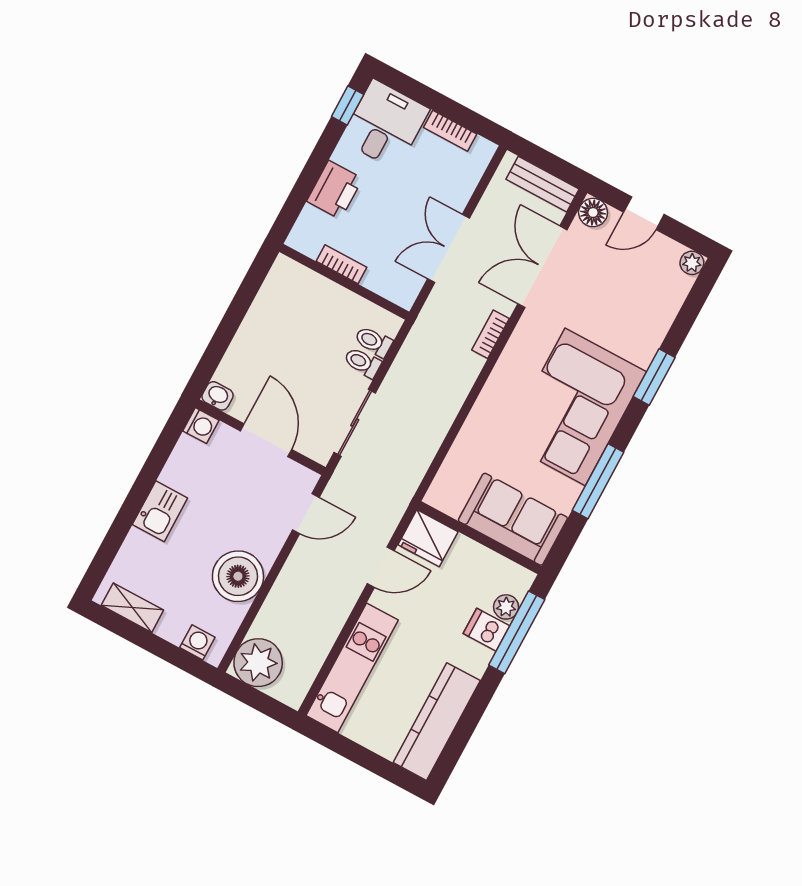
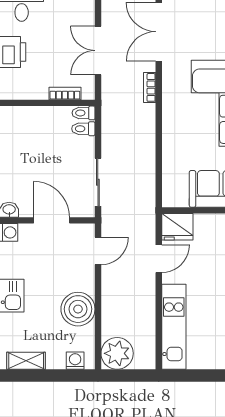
bookcase: (341, 264) -> (65, 94), moved
toilet: (362, 363) -> (84, 113), moved

